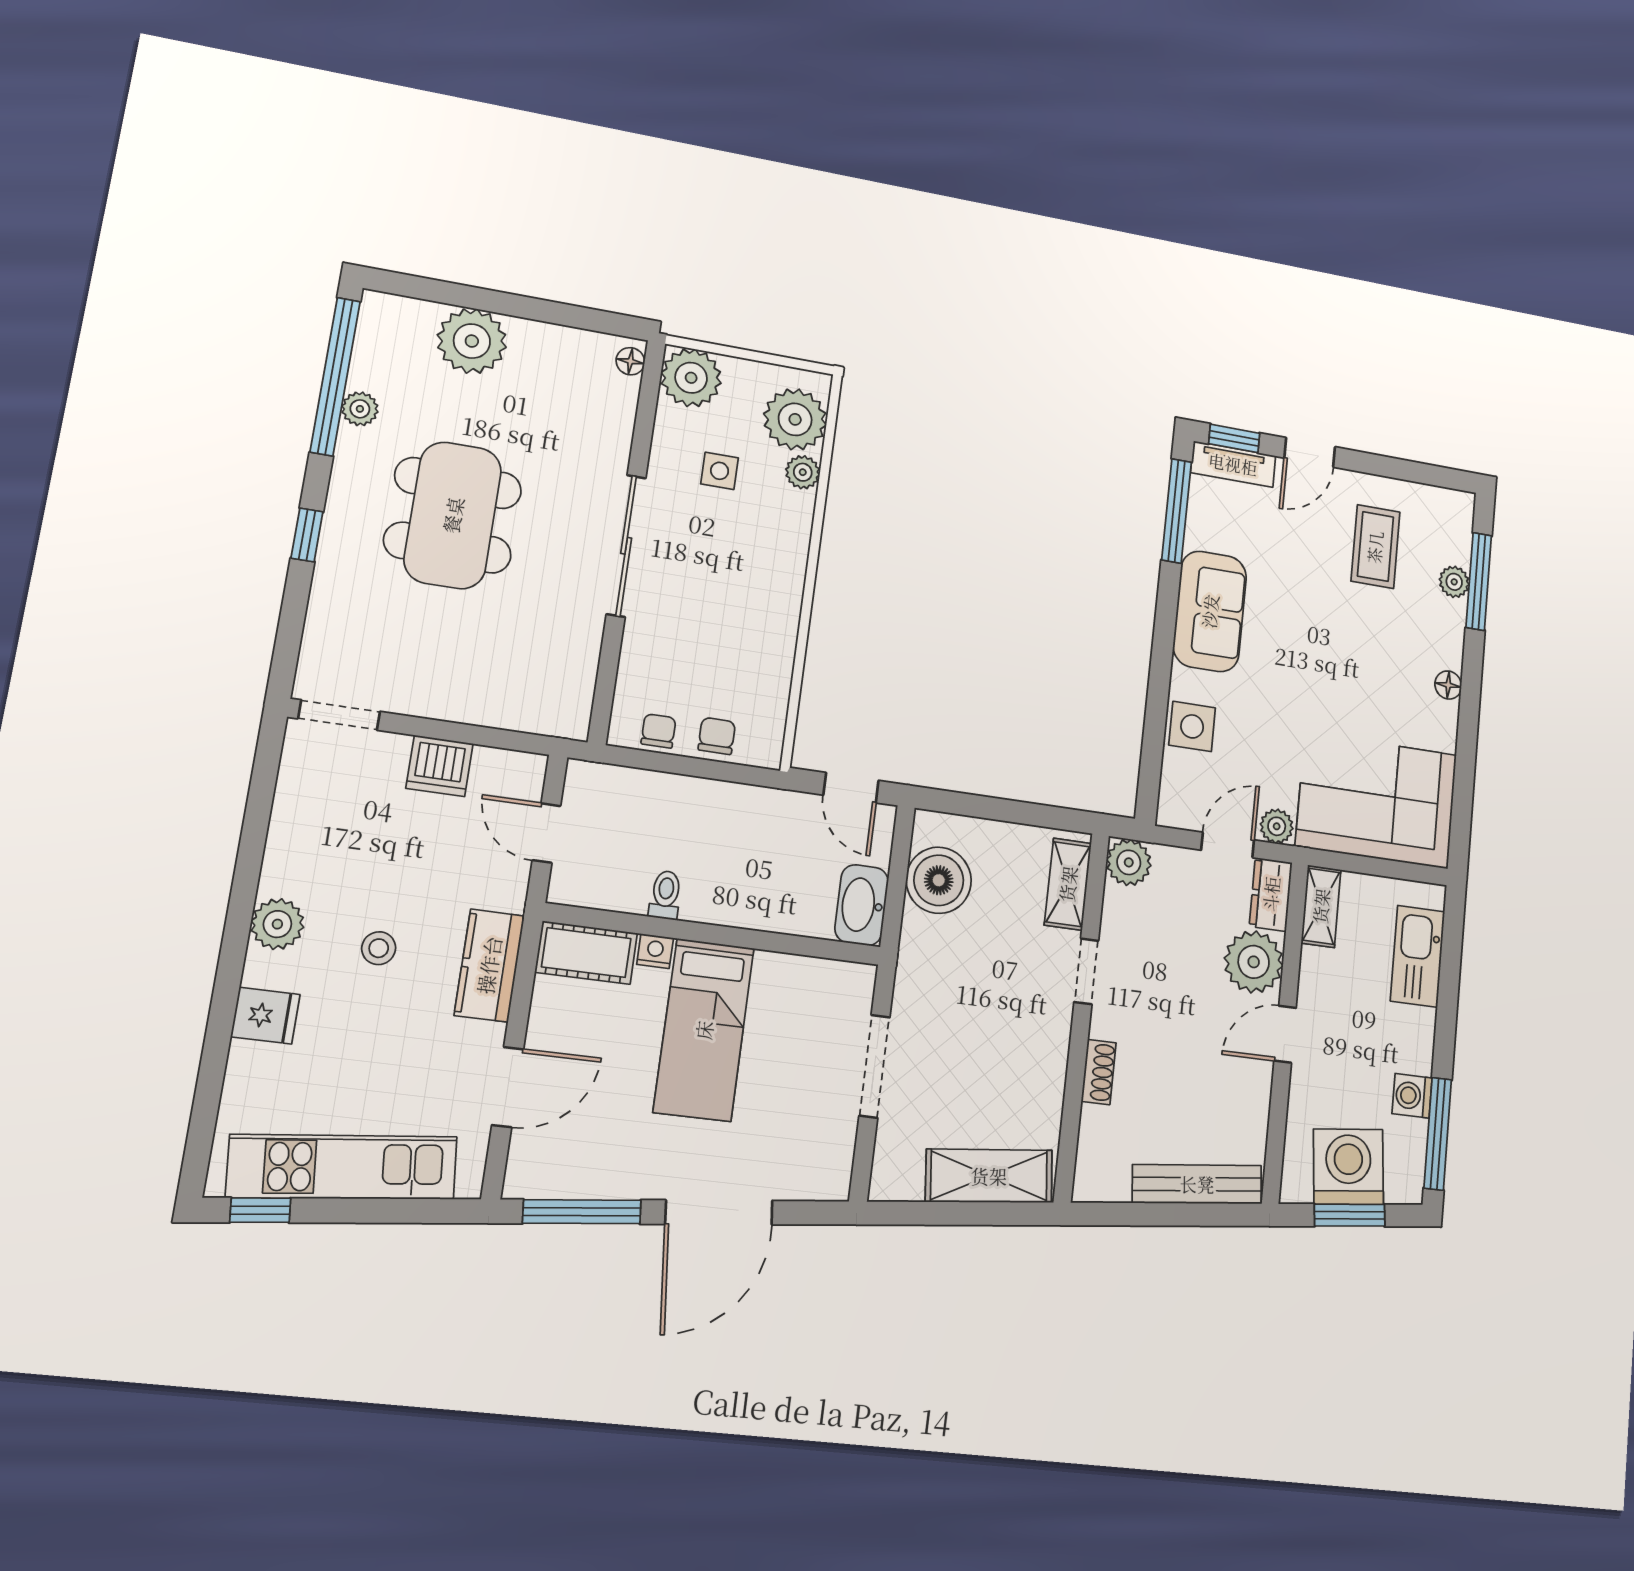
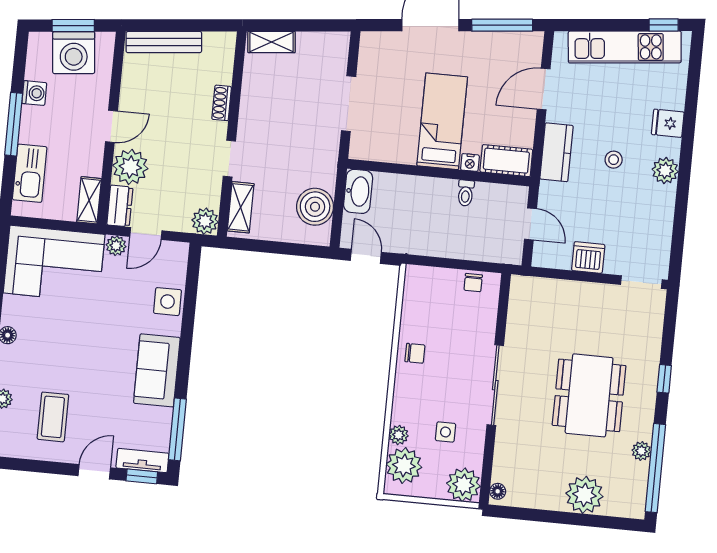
chair: (717, 736) -> (415, 353), moved, turned -90
window: (1438, 1134) -> (14, 124), moved
shelving: (989, 1176) -> (271, 42), width x0.67, depth x0.75

